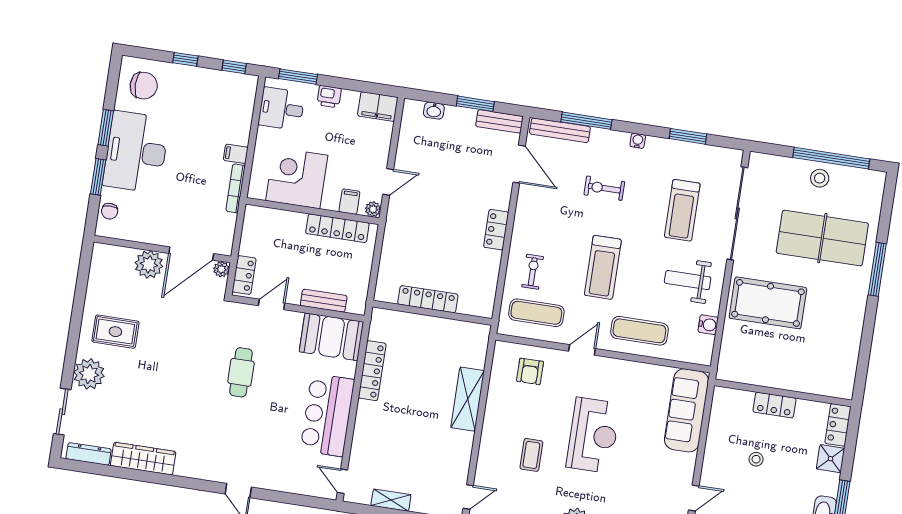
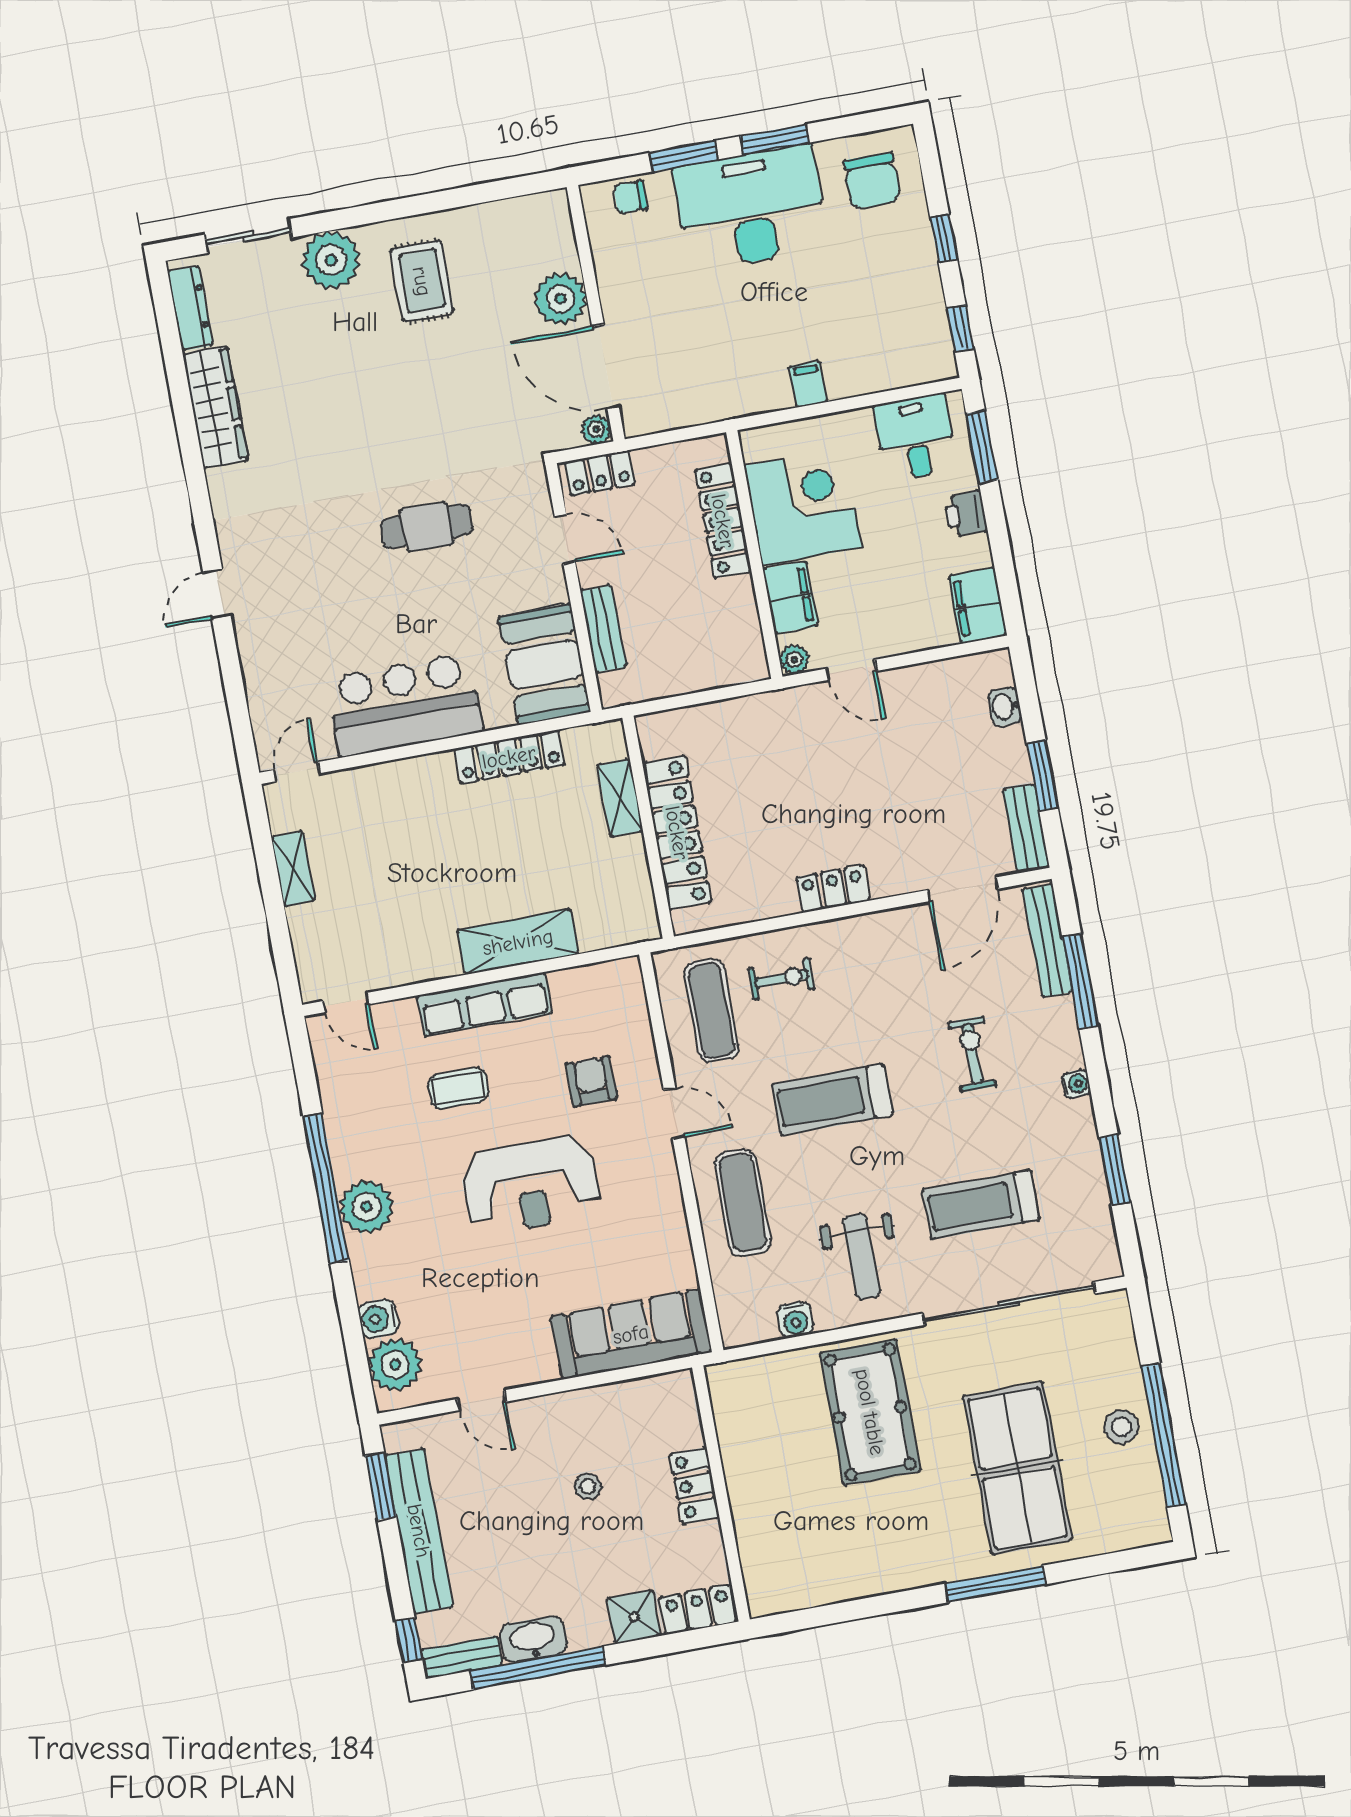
bookcase: (236, 188) -> (747, 405), removed
filing cabinet: (349, 202) -> (790, 597), width x2.00
locker: (337, 228) -> (723, 521), moved
weight bench: (688, 280) -> (861, 1257), turned 180
locker: (428, 299) -> (677, 833), width x1.41, depth x1.21
shelving: (413, 322) -> (620, 798), added
armchair: (530, 371) -> (591, 1081), moved, turned 90
row of seats: (493, 427) -> (485, 1004), added

